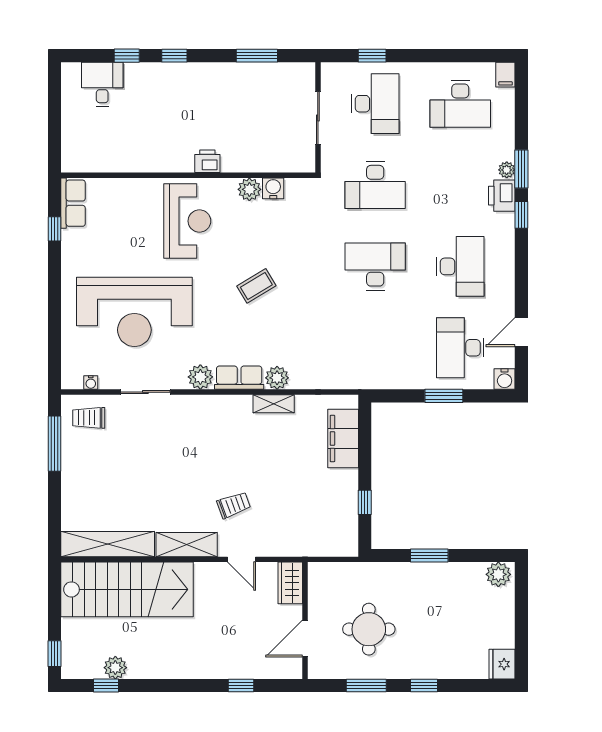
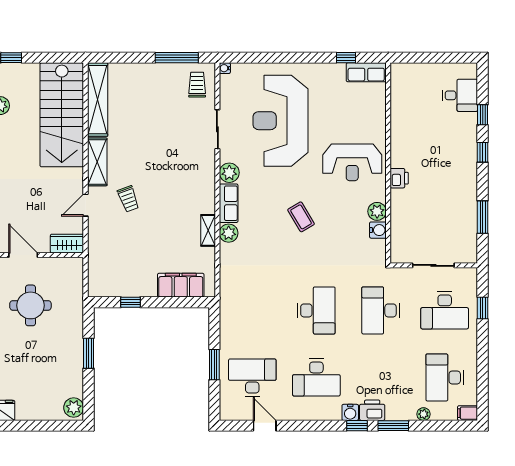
plant: (507, 170) -> (423, 414), moved
water cooler: (505, 379) -> (350, 412), moved, turned -90
water cooler: (91, 383) -> (225, 68), moved

